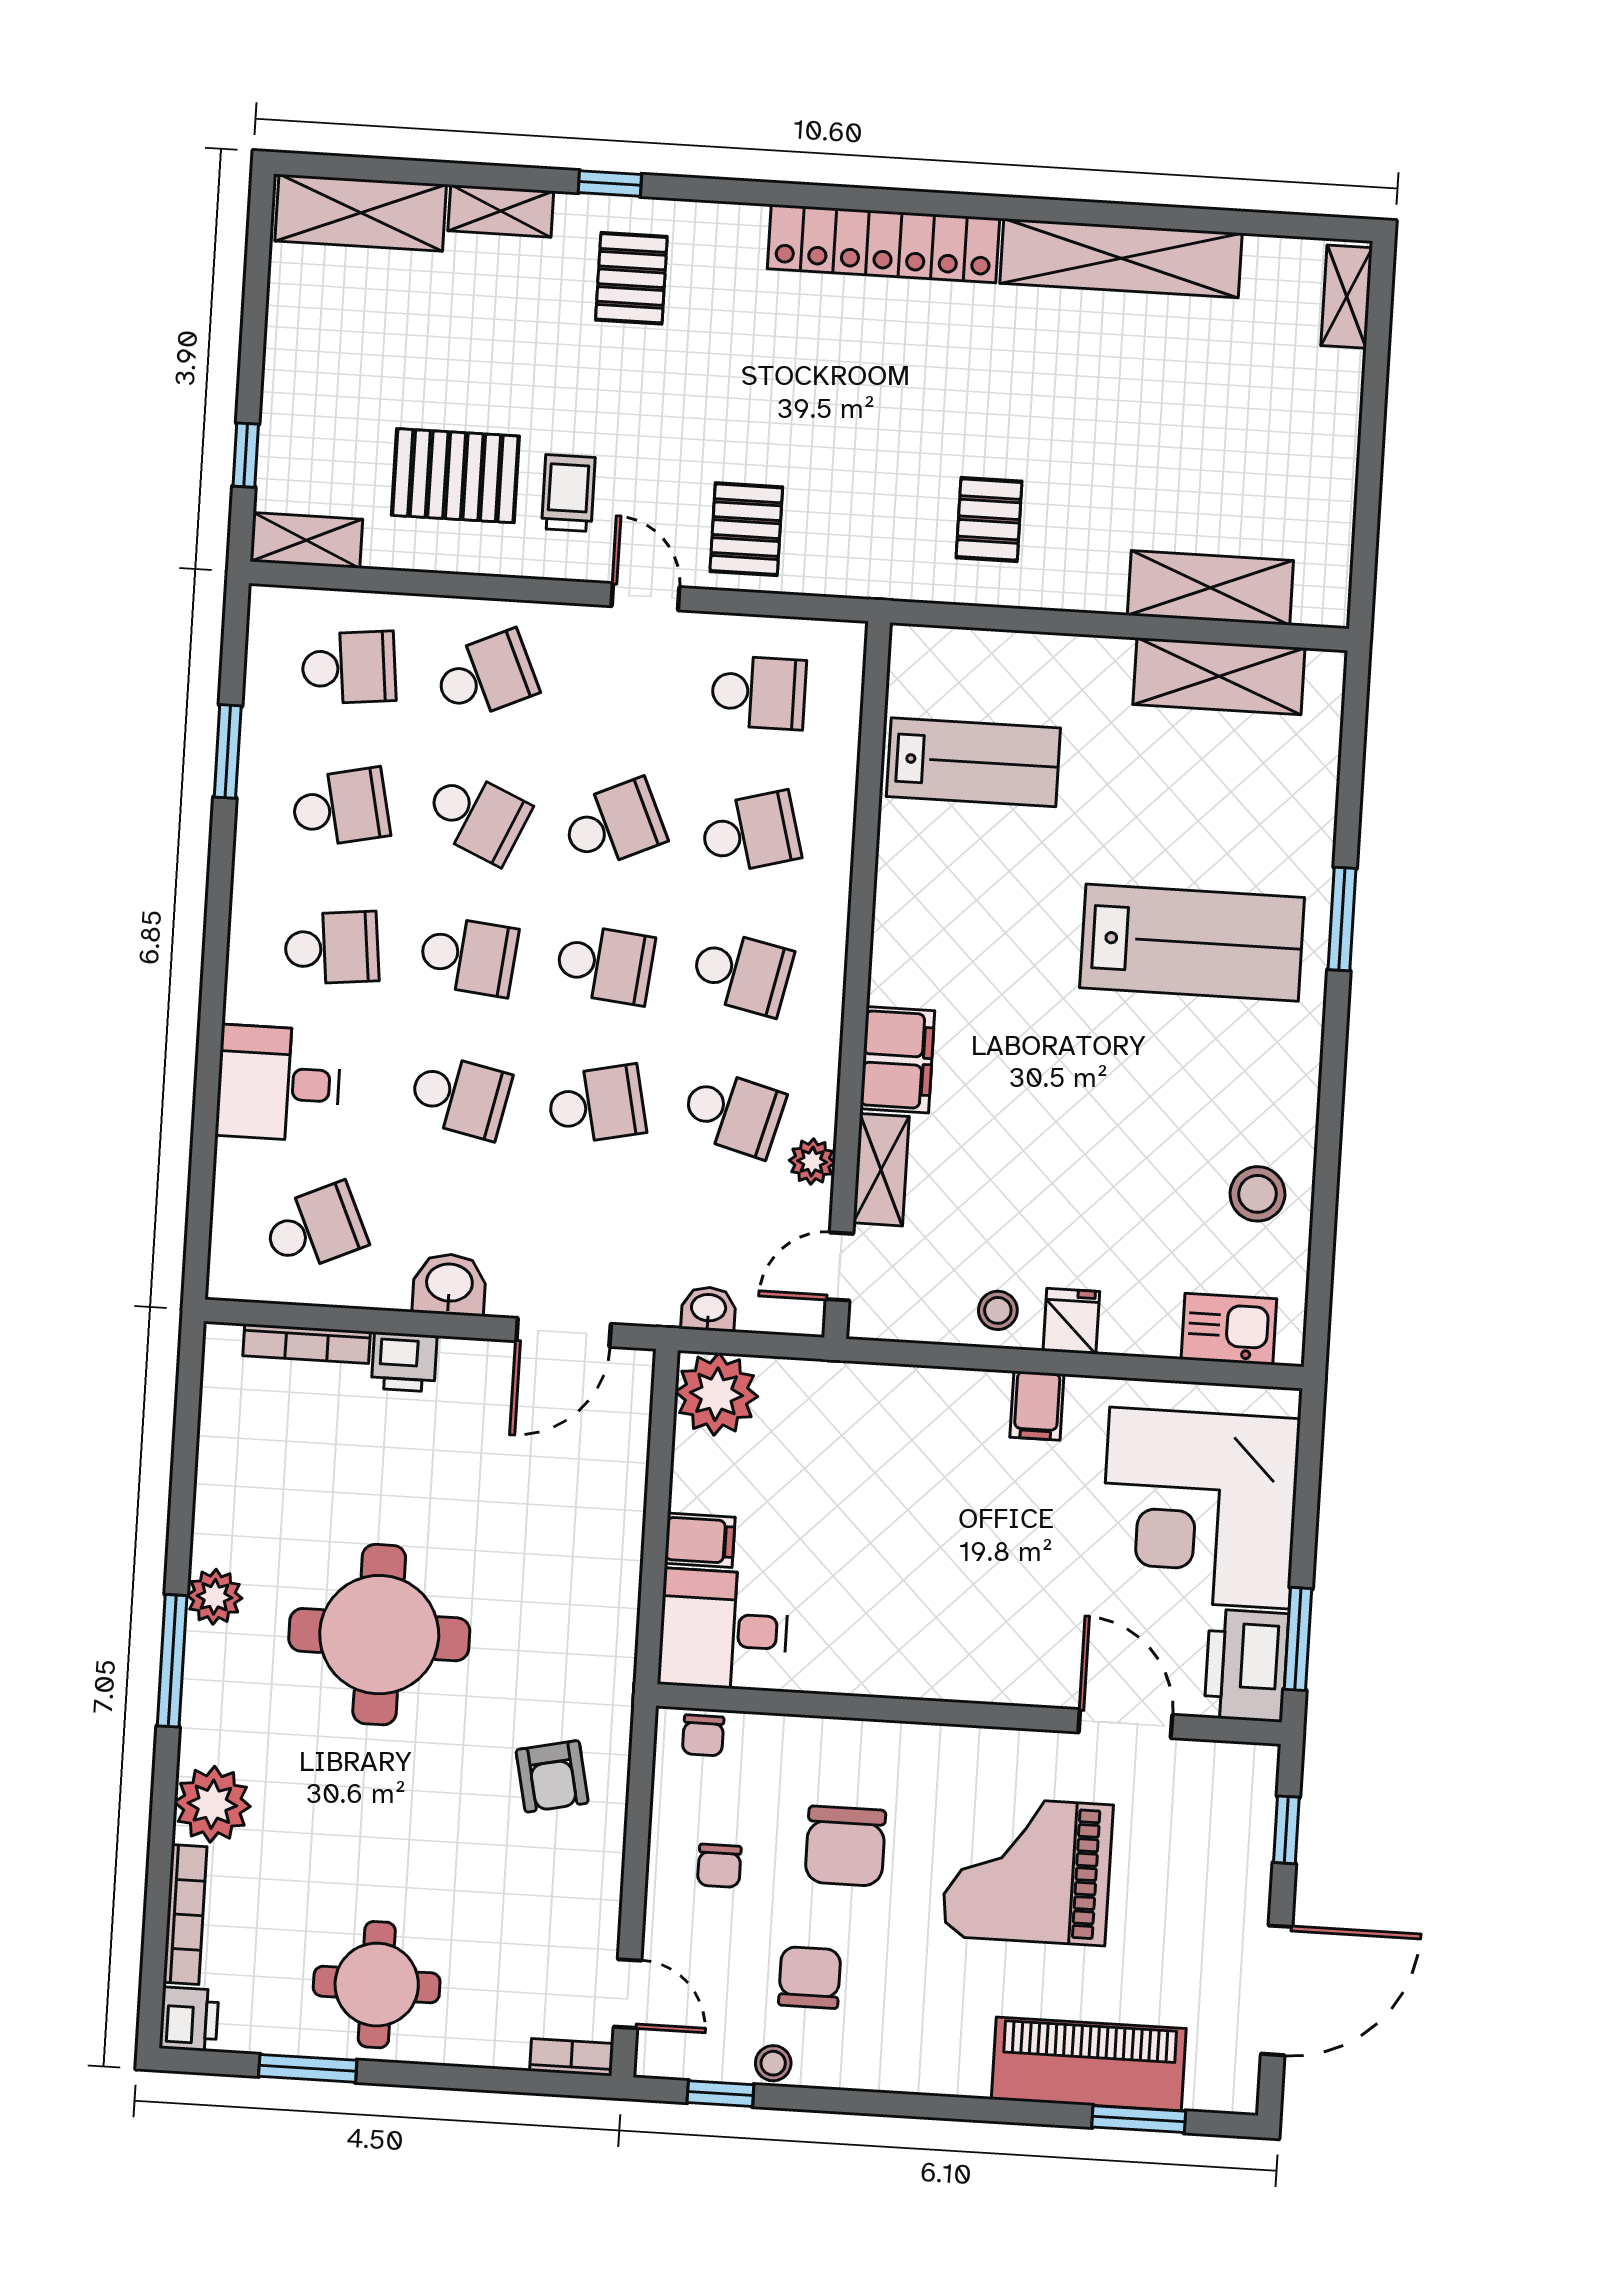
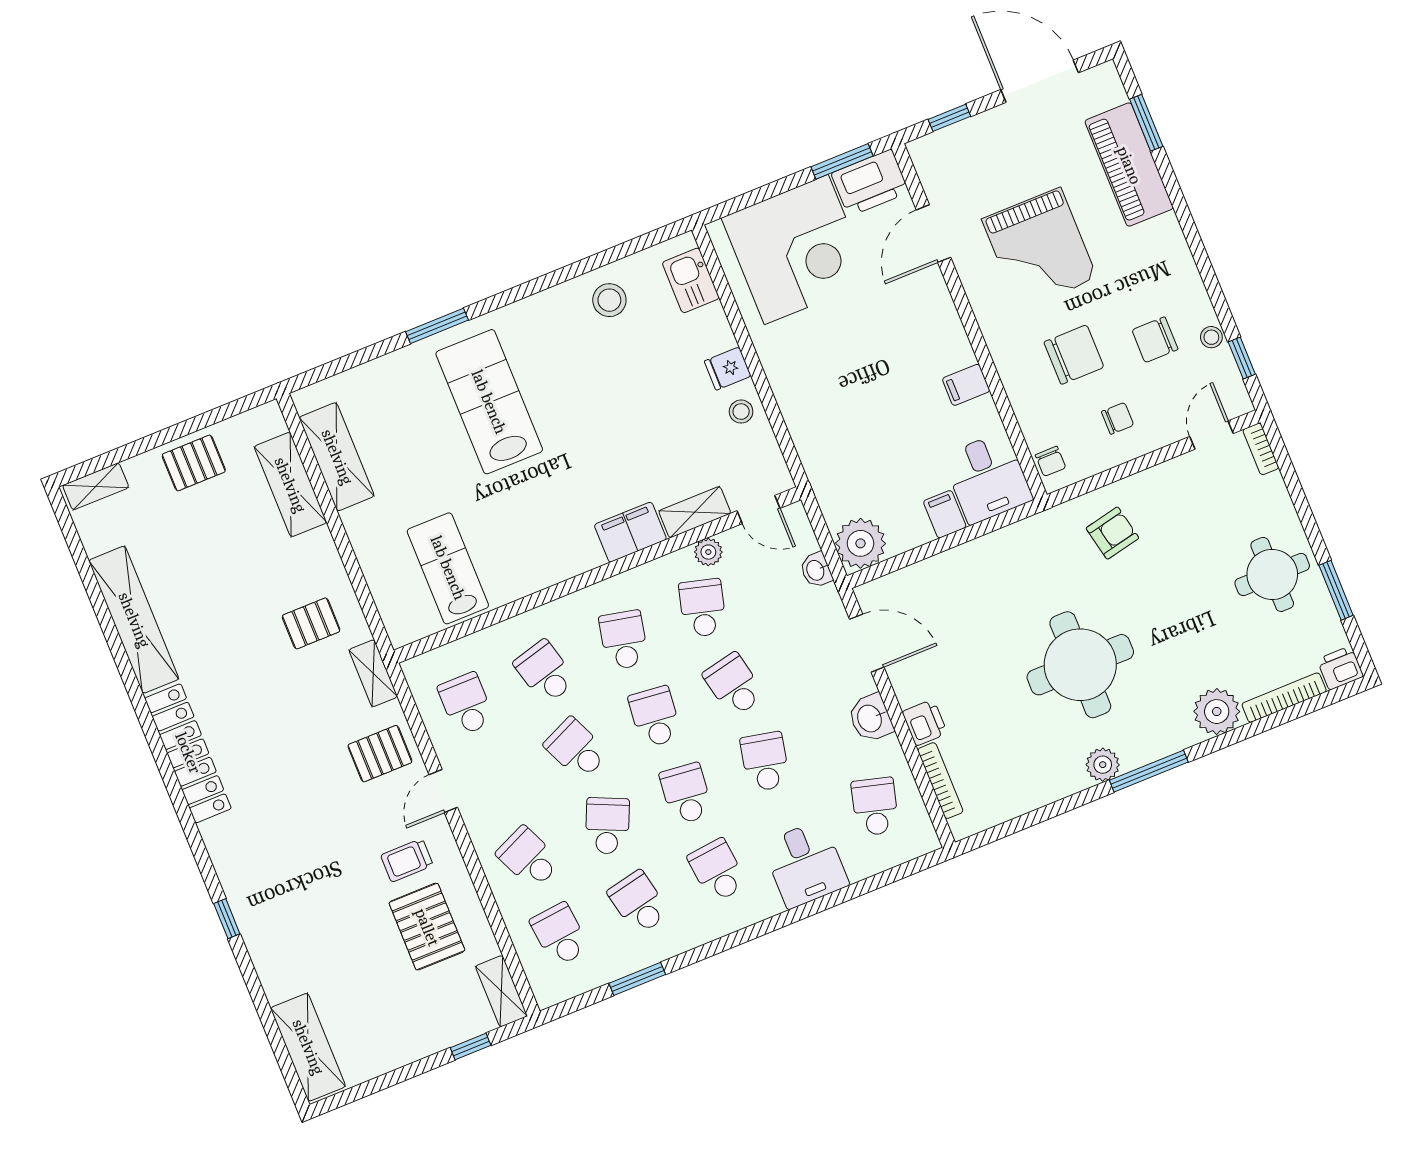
shelving: (501, 211) -> (373, 673), moved
pallet: (631, 278) -> (194, 463), moved
school desk: (315, 1228) -> (875, 807), turned 39
filing cabinet: (1037, 1406) -> (966, 385), moved, turned 180
chair: (703, 1735) -> (1050, 461), turned 90

